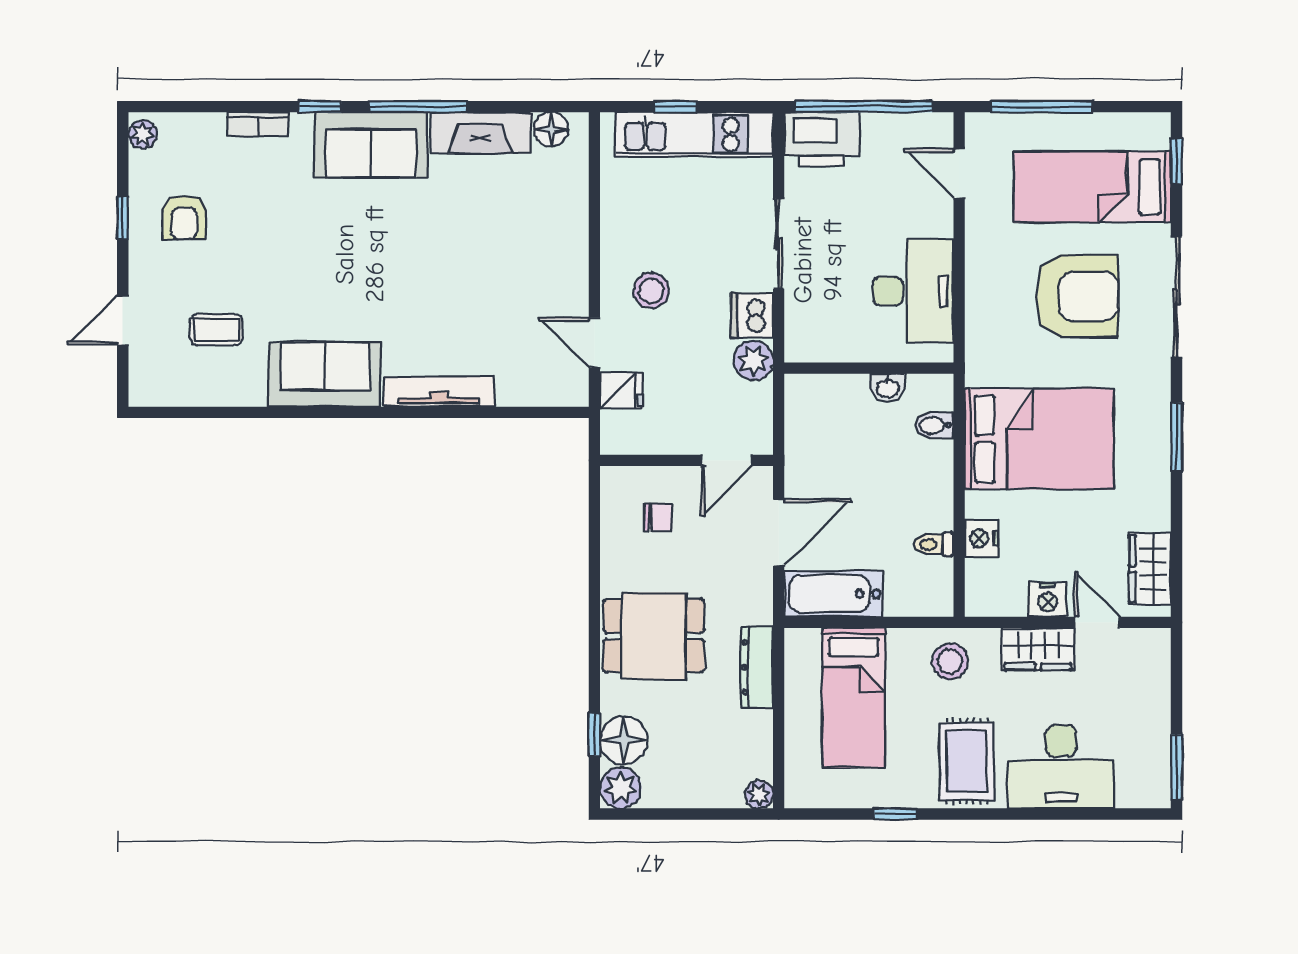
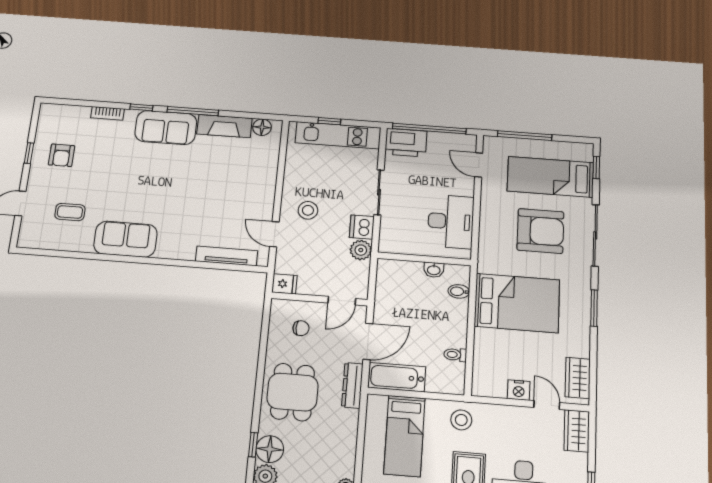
plant: (143, 134) -> (46, 114), removed
fridge: (621, 391) -> (284, 284), moved
tv unit: (439, 392) -> (227, 256), moved
nightstand: (982, 538) -> (482, 354), removed
dining table: (654, 636) -> (293, 392), turned 90
wardrobe: (1038, 649) -> (577, 431), moved, turned 90
dresser: (757, 667) -> (352, 385), moved

